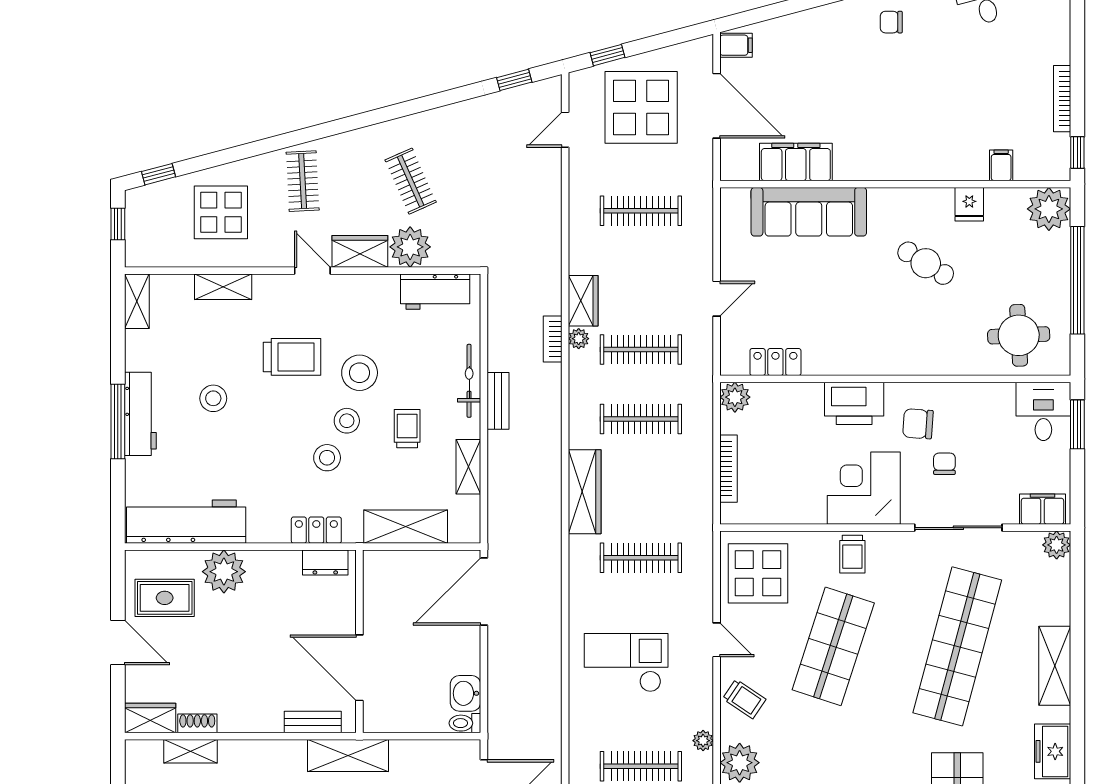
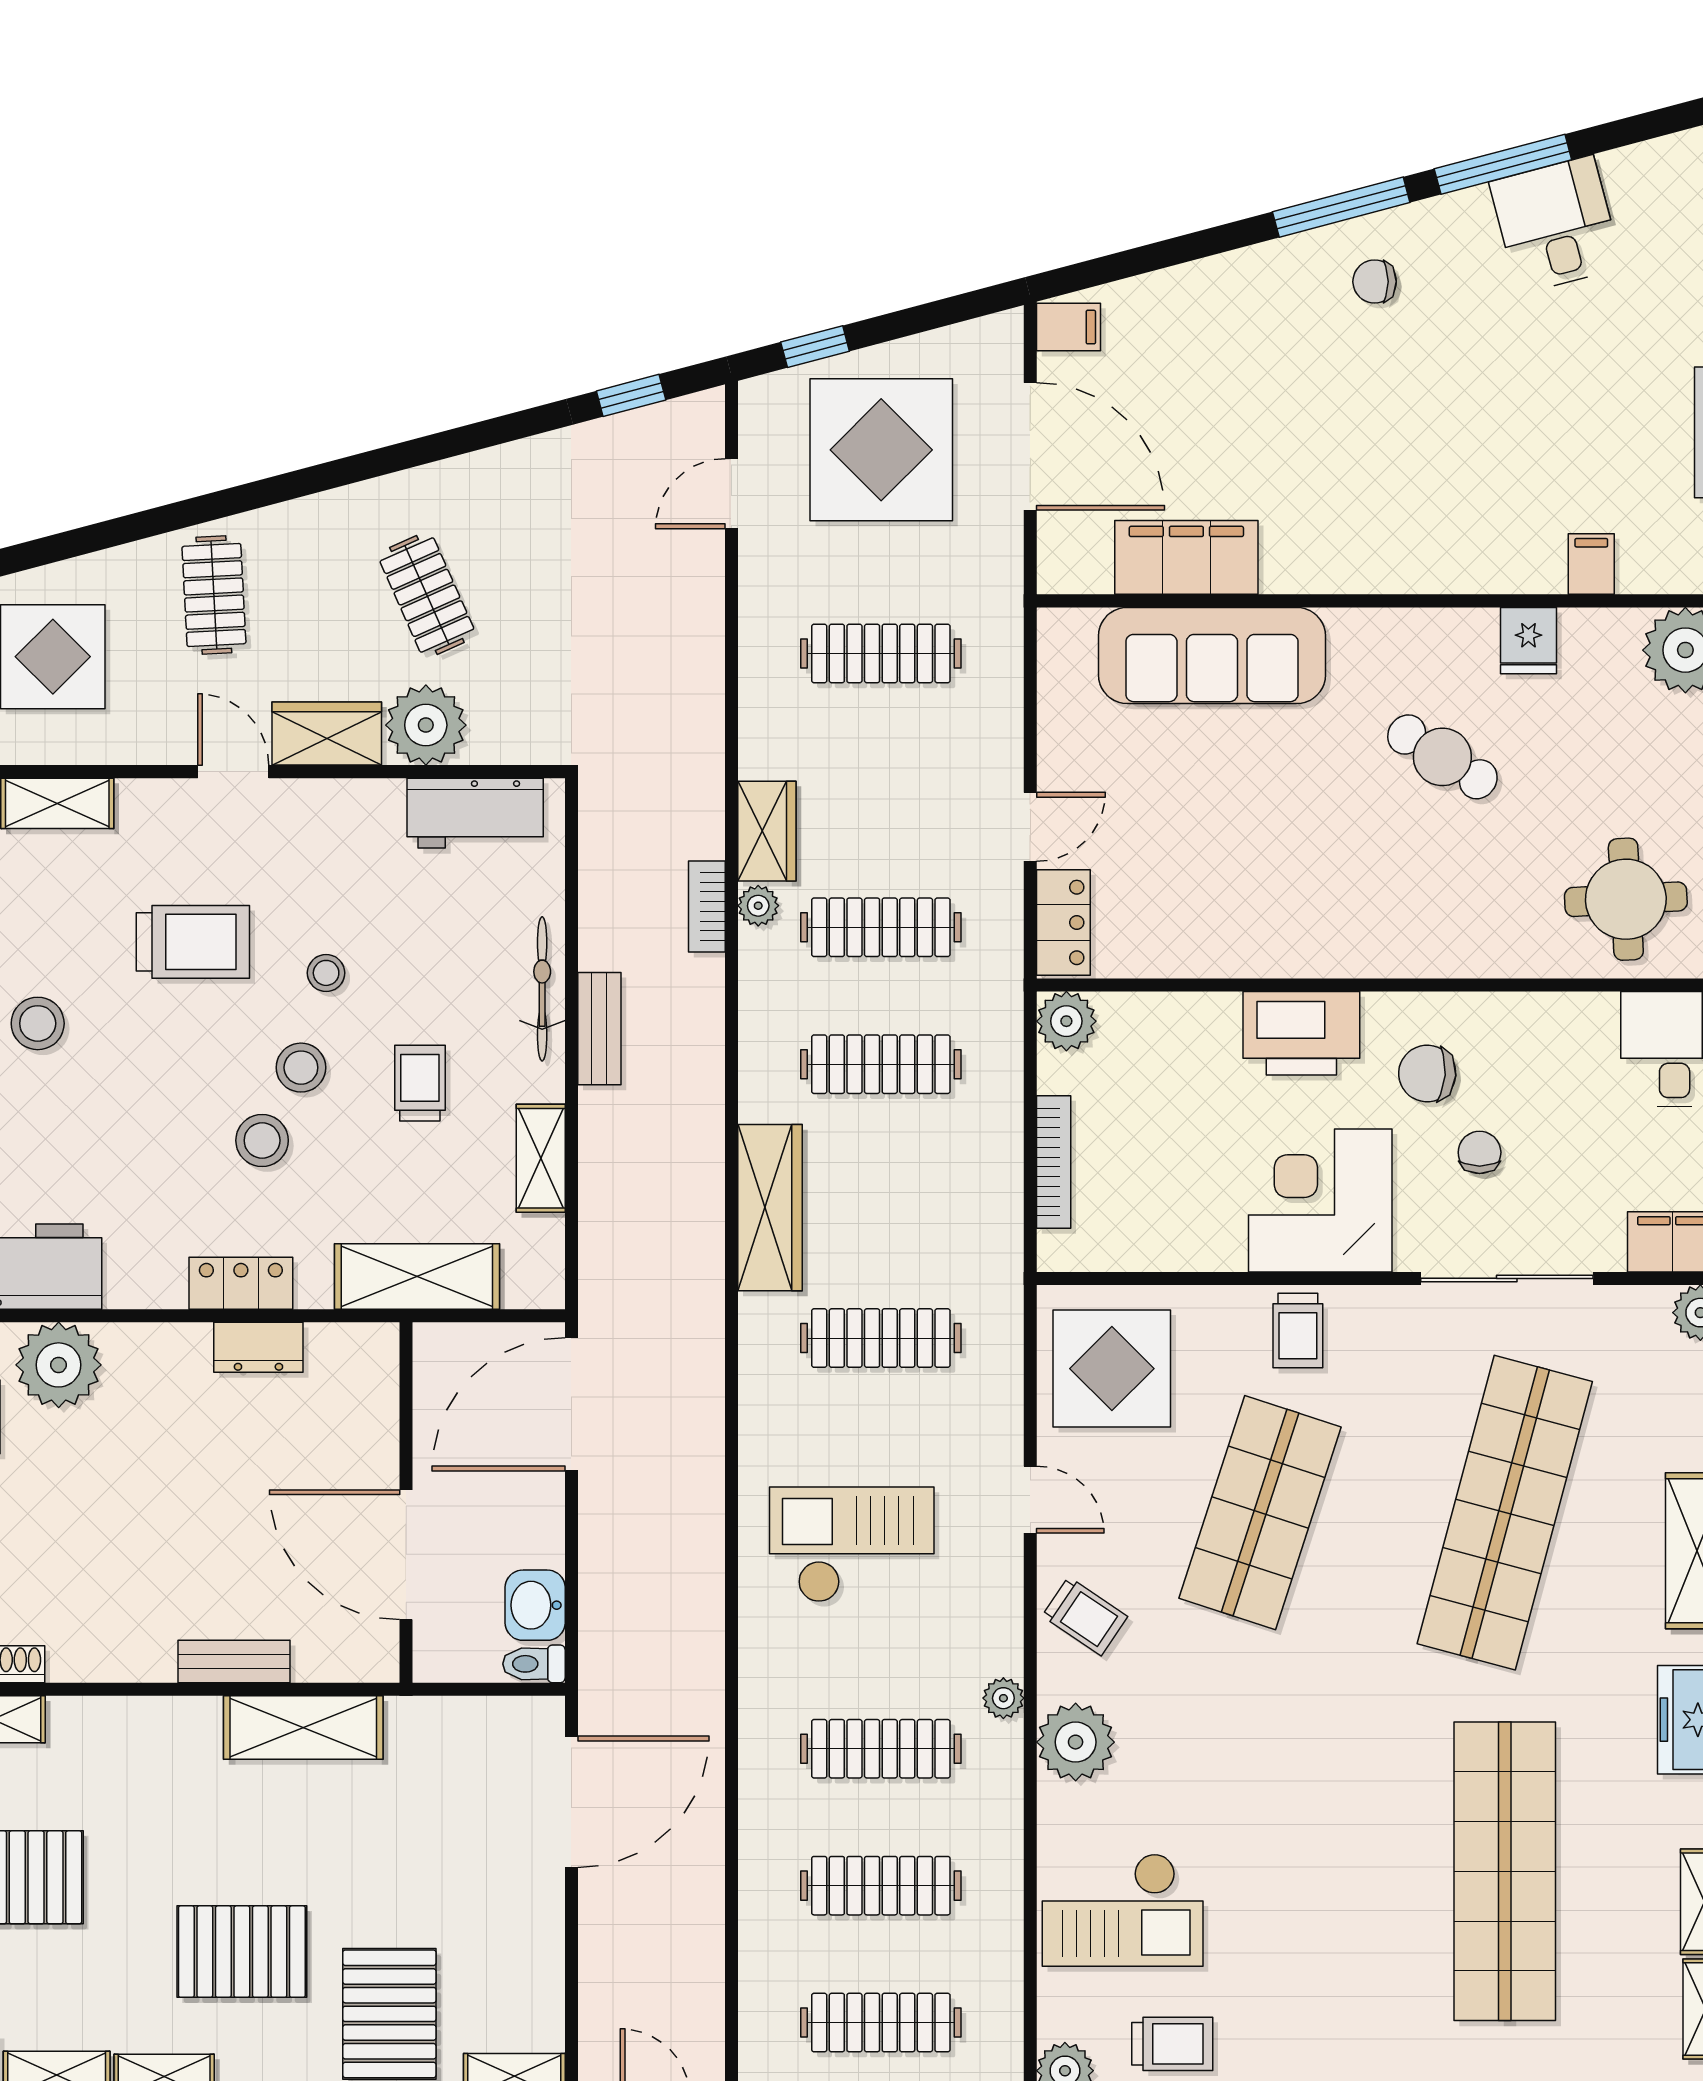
locker: (775, 362) -> (1063, 922), moved, turned 90
stool: (360, 373) -> (326, 973), width x0.53, depth x0.53
wall: (359, 641) -> (406, 1503), moved
door: (359, 668) -> (406, 1555), moved

